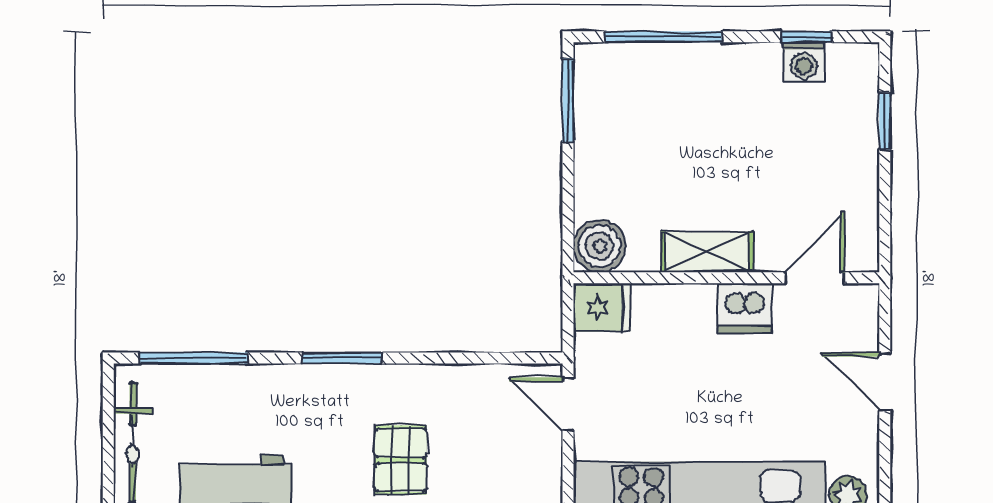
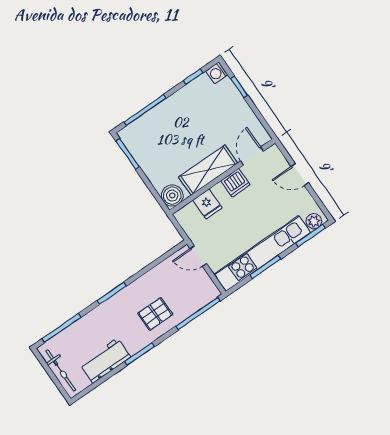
washing machine: (804, 62) -> (217, 73), moved, turned 90
shelving: (707, 252) -> (208, 170), width x1.50, depth x1.33
fridge: (602, 307) -> (207, 204), moved, turned 90
pallet: (401, 460) -> (155, 314), turned 90

